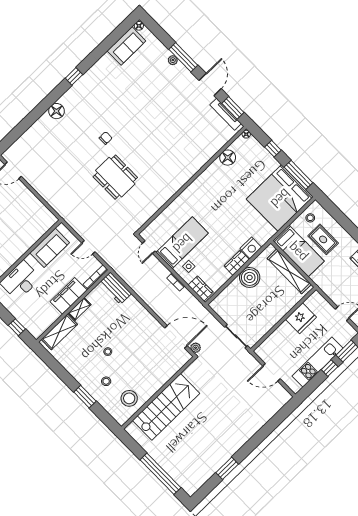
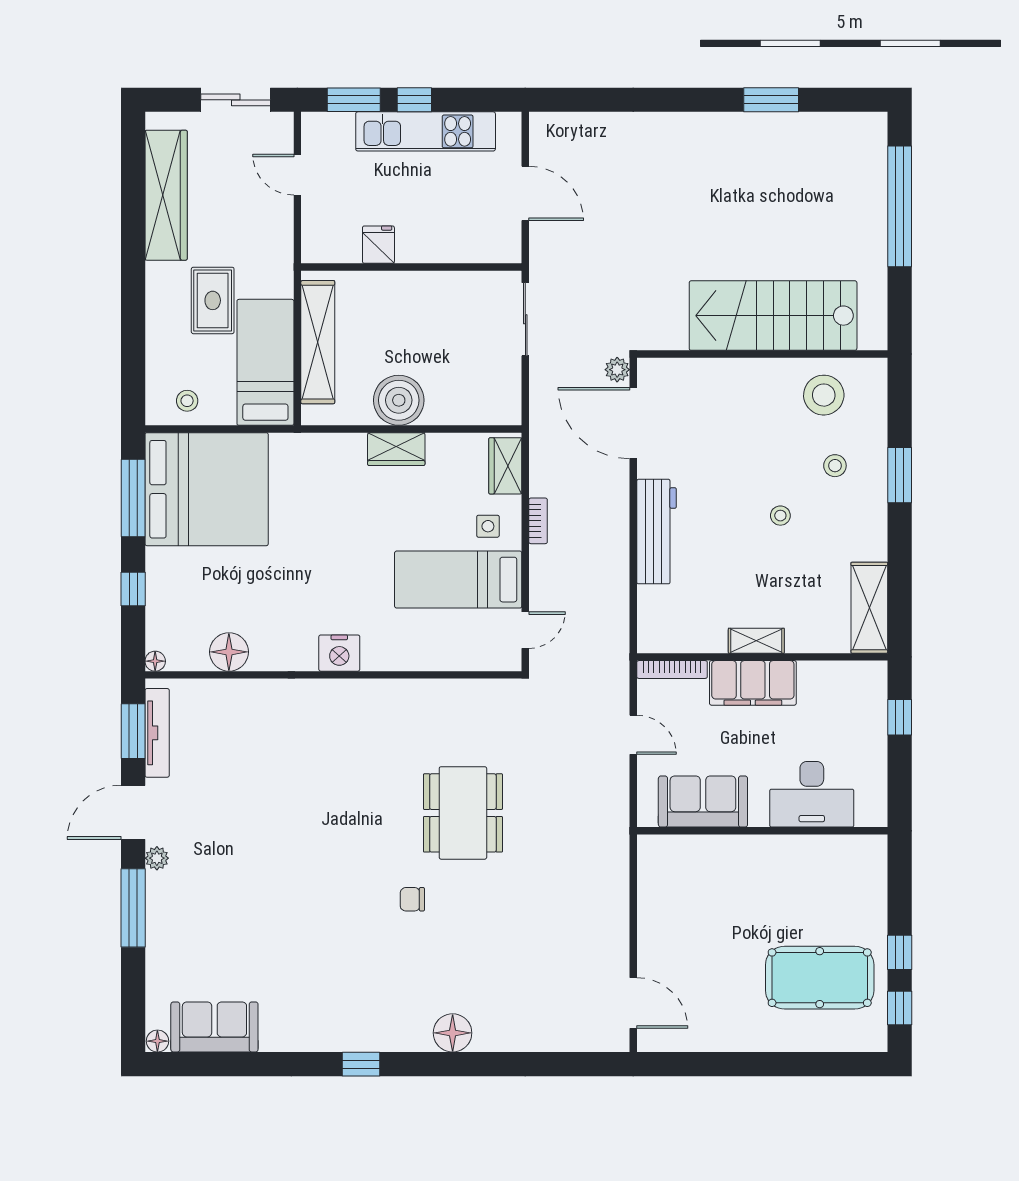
plant: (173, 60) -> (157, 858), moved
rug: (323, 239) -> (213, 300), moved
nightstand: (251, 248) -> (339, 653), moved, turned 180
workbench: (115, 288) -> (657, 532), moved, width x1.38
fridge: (301, 318) -> (378, 245), width x0.53, depth x0.75
shelving: (59, 332) -> (869, 608), moved, turned 90

